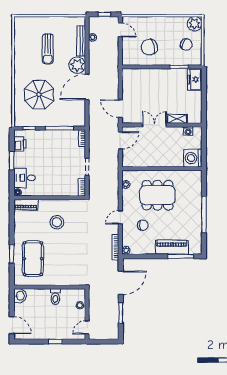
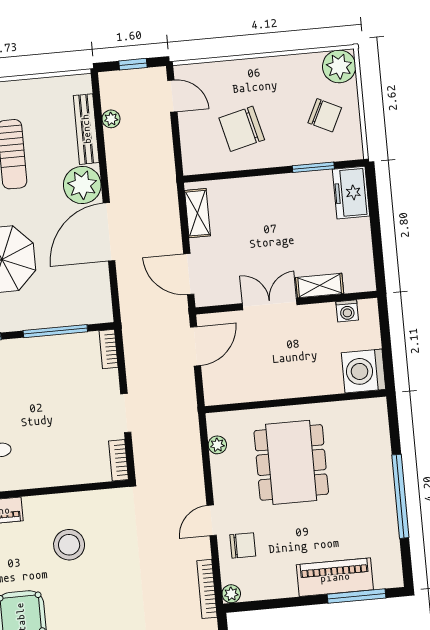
shelving: (127, 82) -> (197, 213), added
dining table: (157, 195) -> (291, 462), turned 90
chair: (143, 225) -> (243, 545), moved

